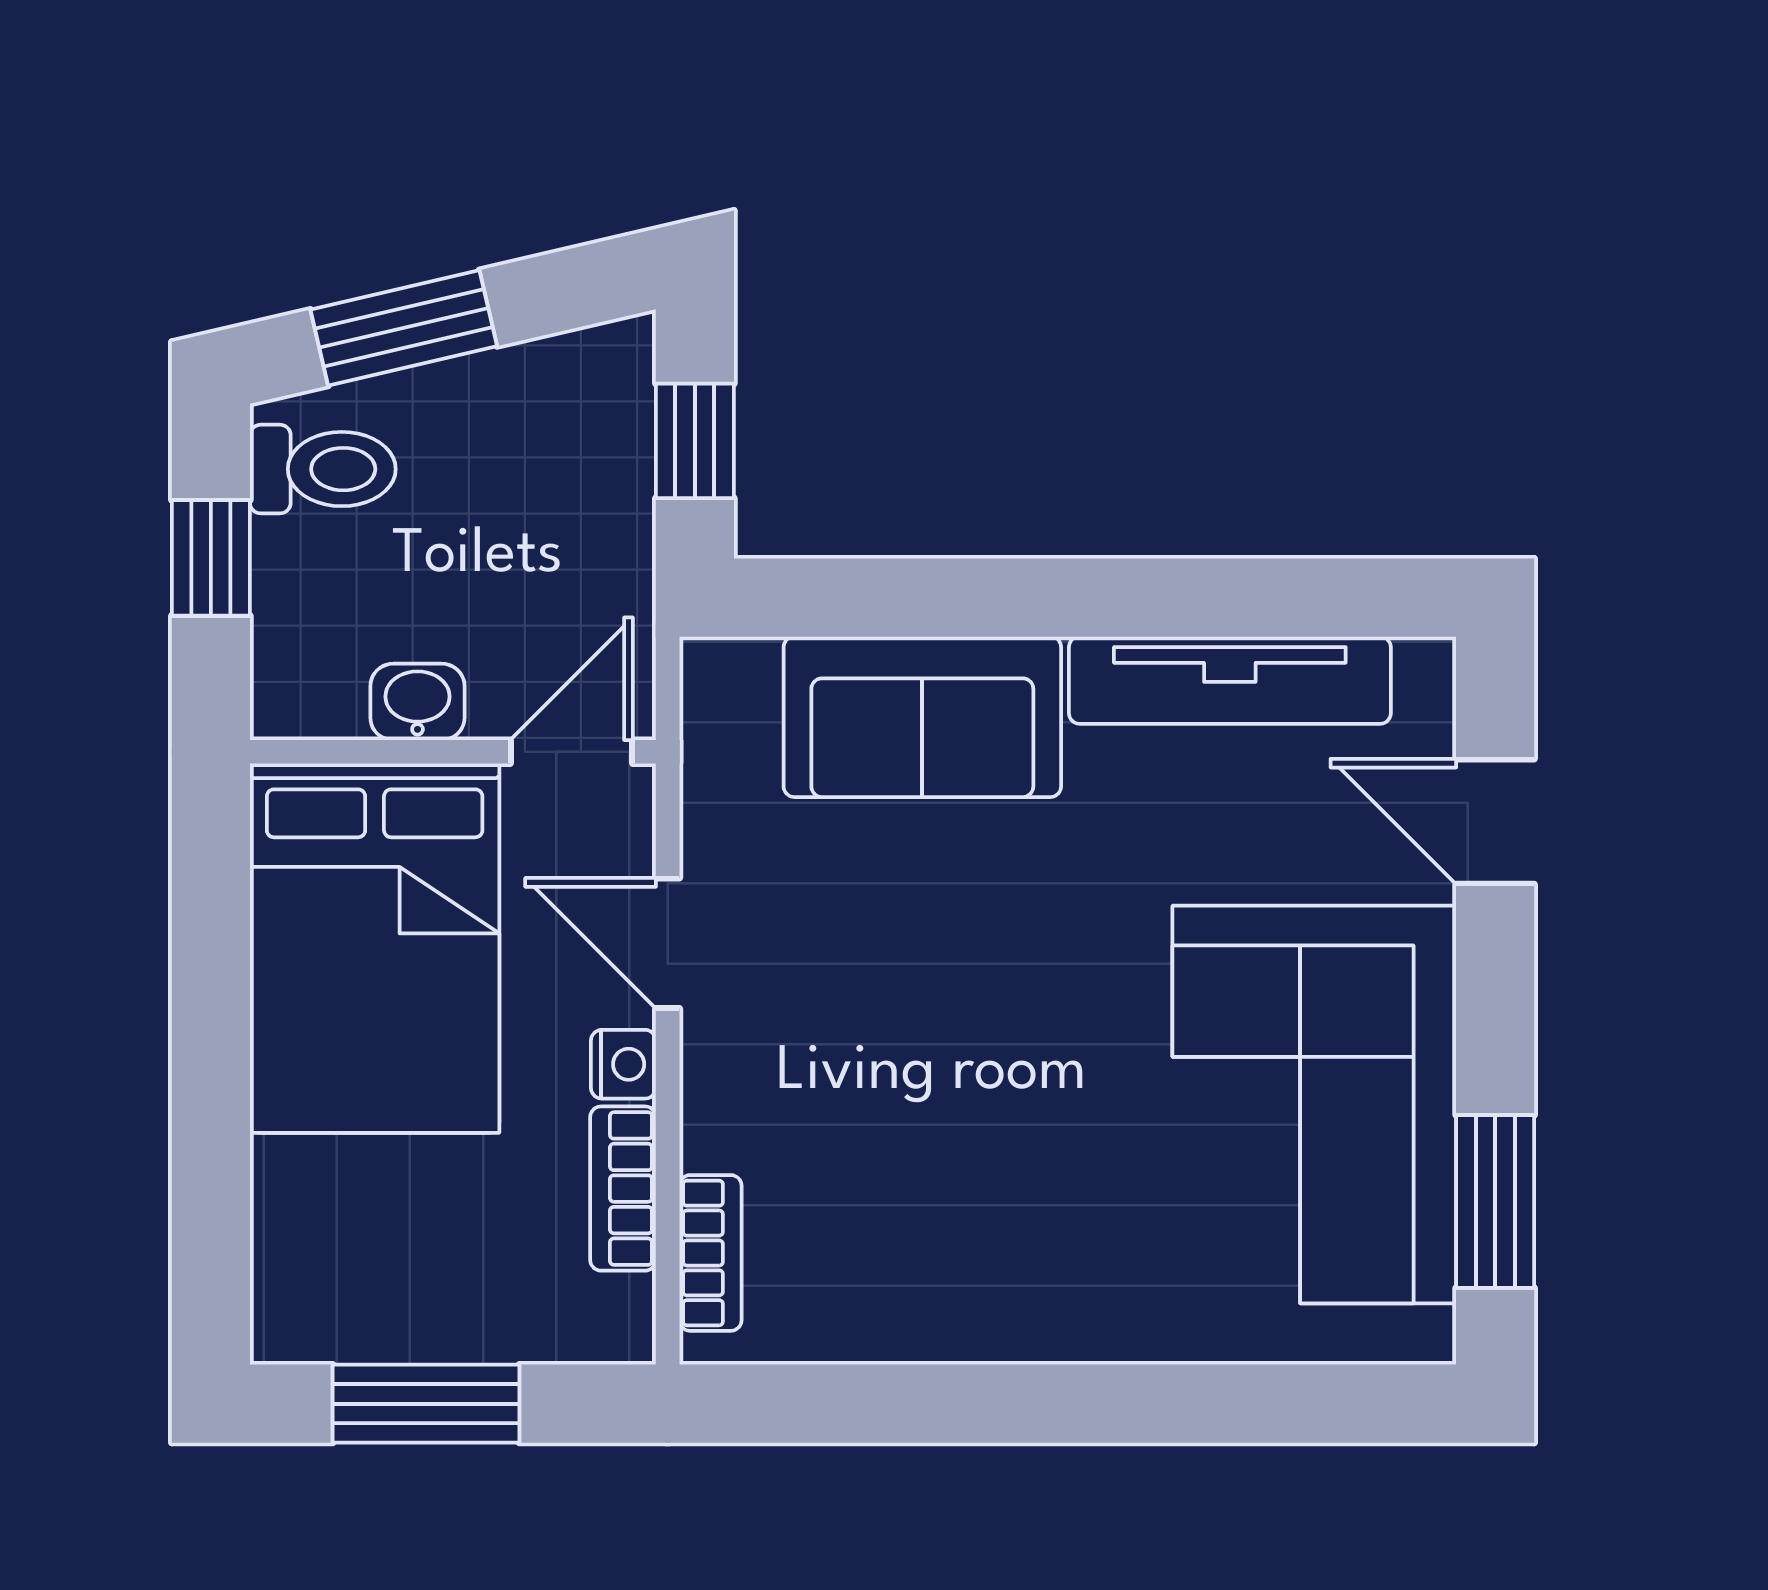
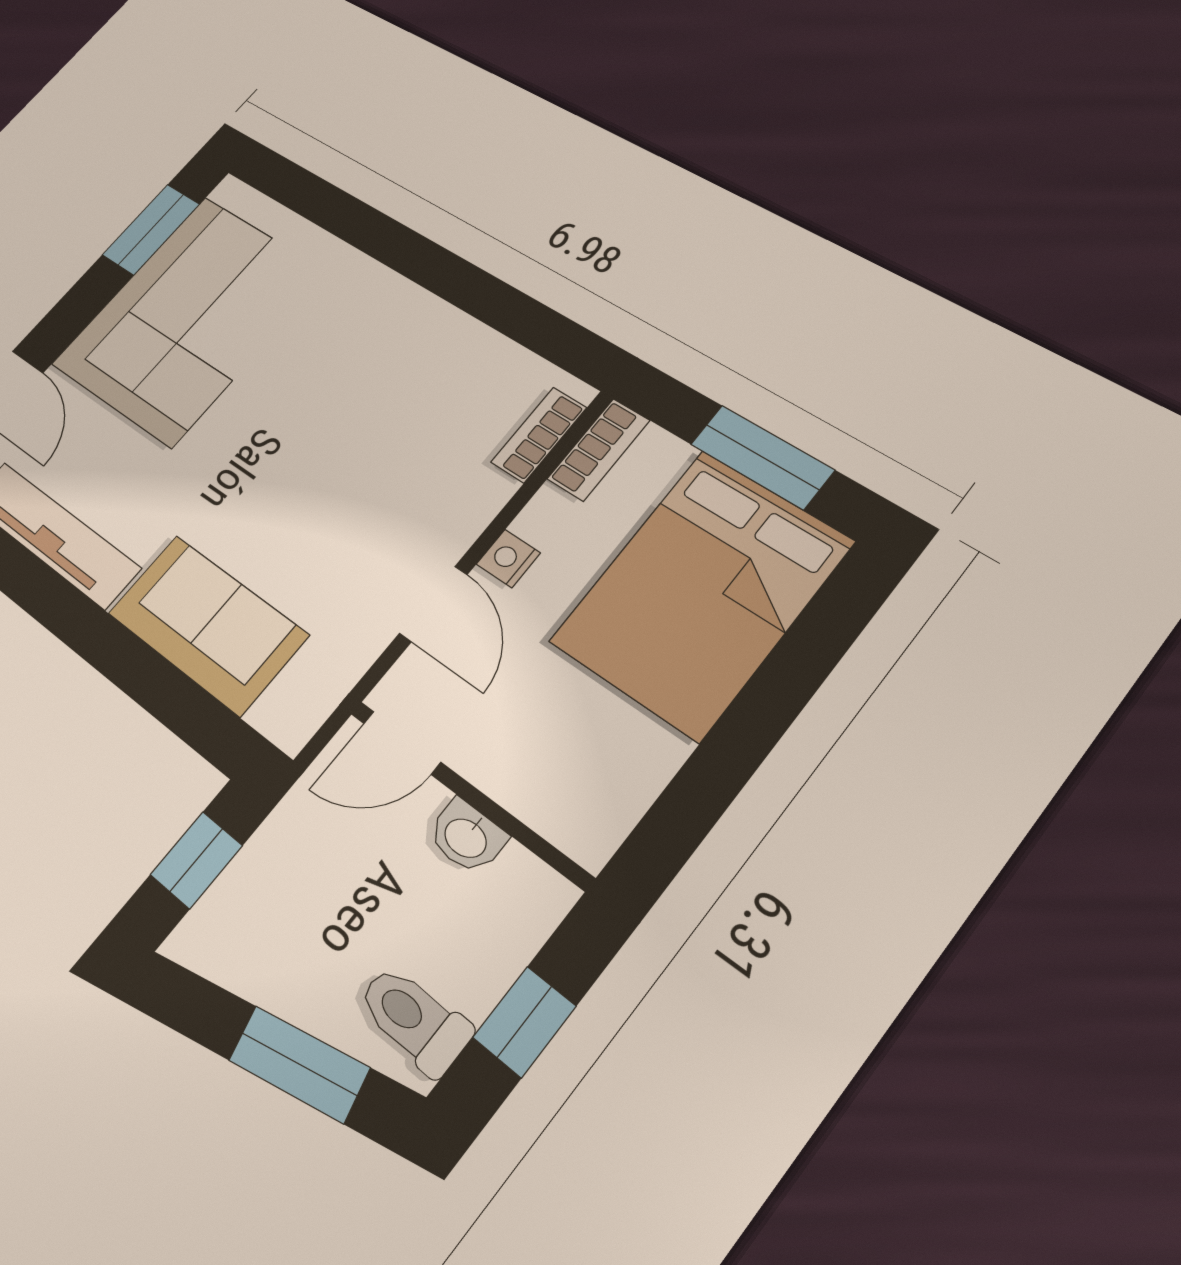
bed: (375, 948) -> (701, 592), moved, turned 180
bookcase: (623, 1189) -> (599, 450), moved

